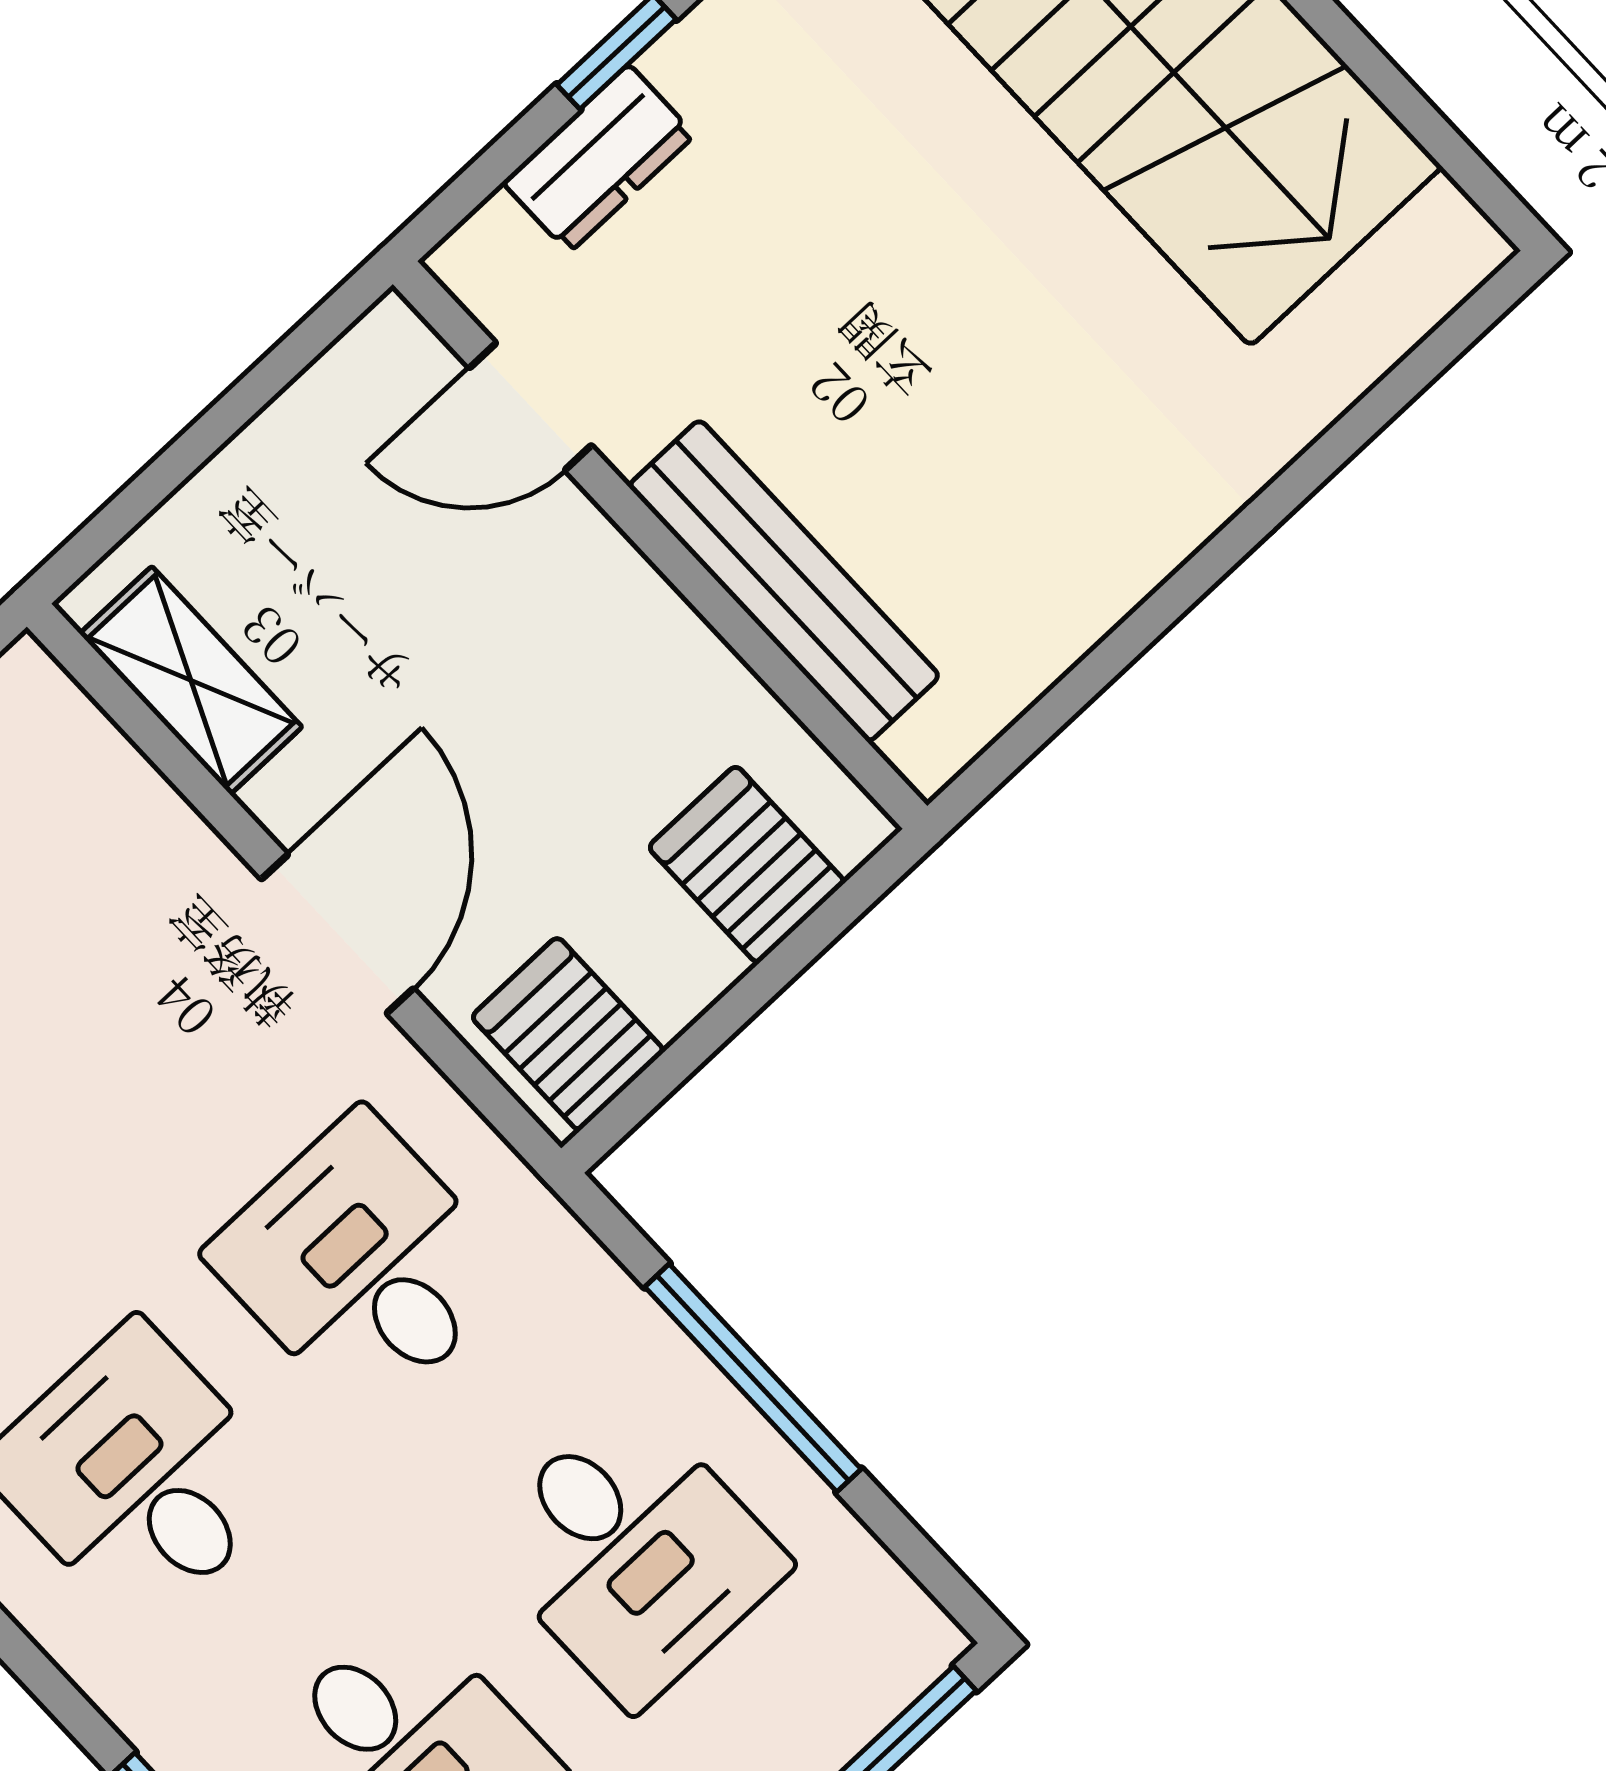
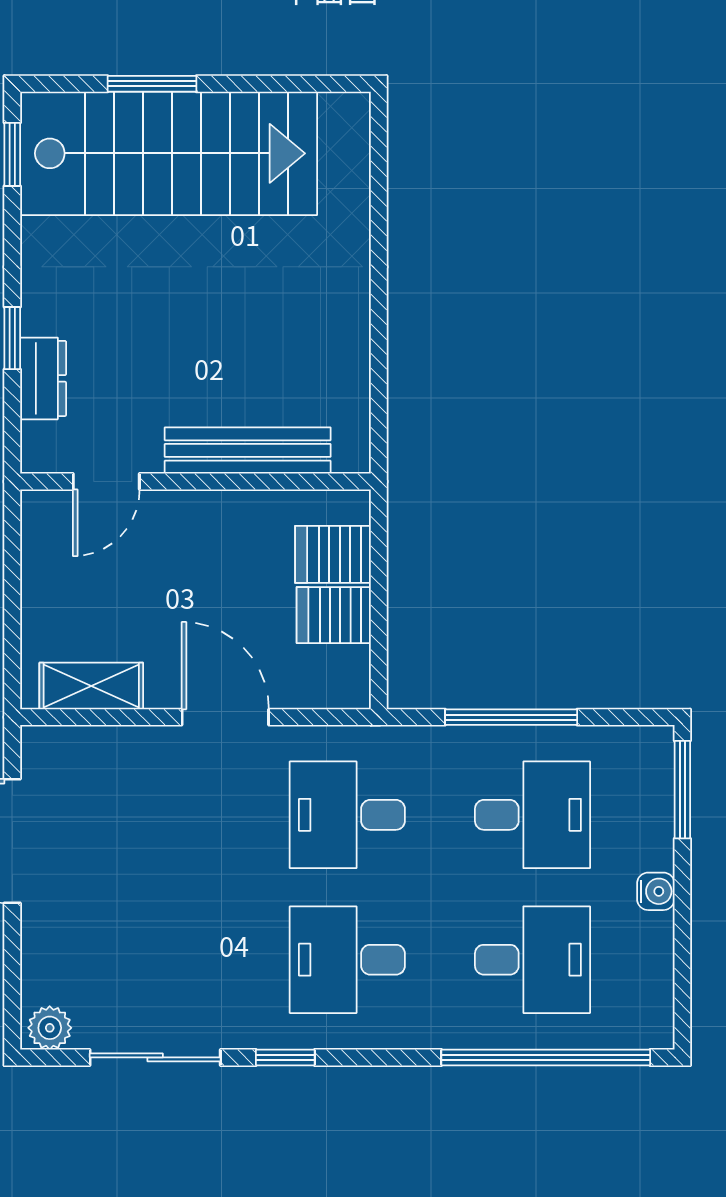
server rack: (568, 1034) -> (334, 615), moved

